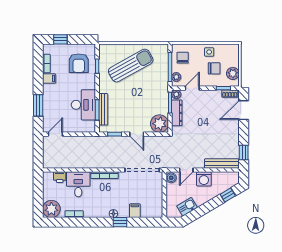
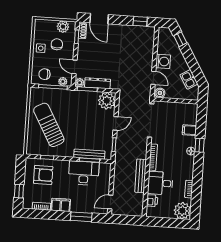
filing cabinet: (49, 79) -> (61, 205), width x2.00
door: (55, 134) -> (110, 202), hinge flipped
bench: (222, 164) -> (141, 176), moved

